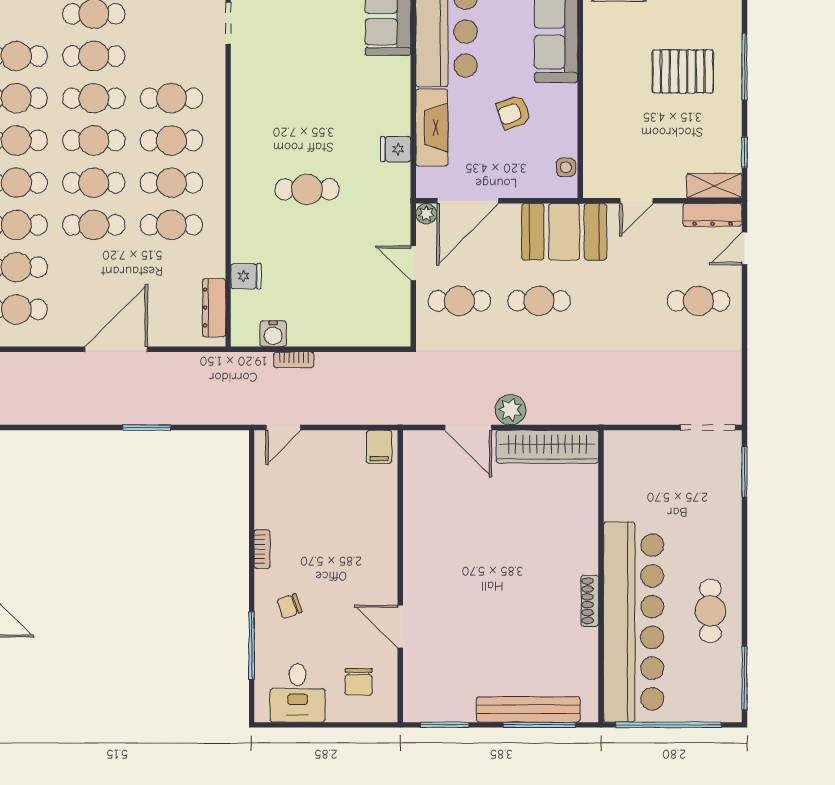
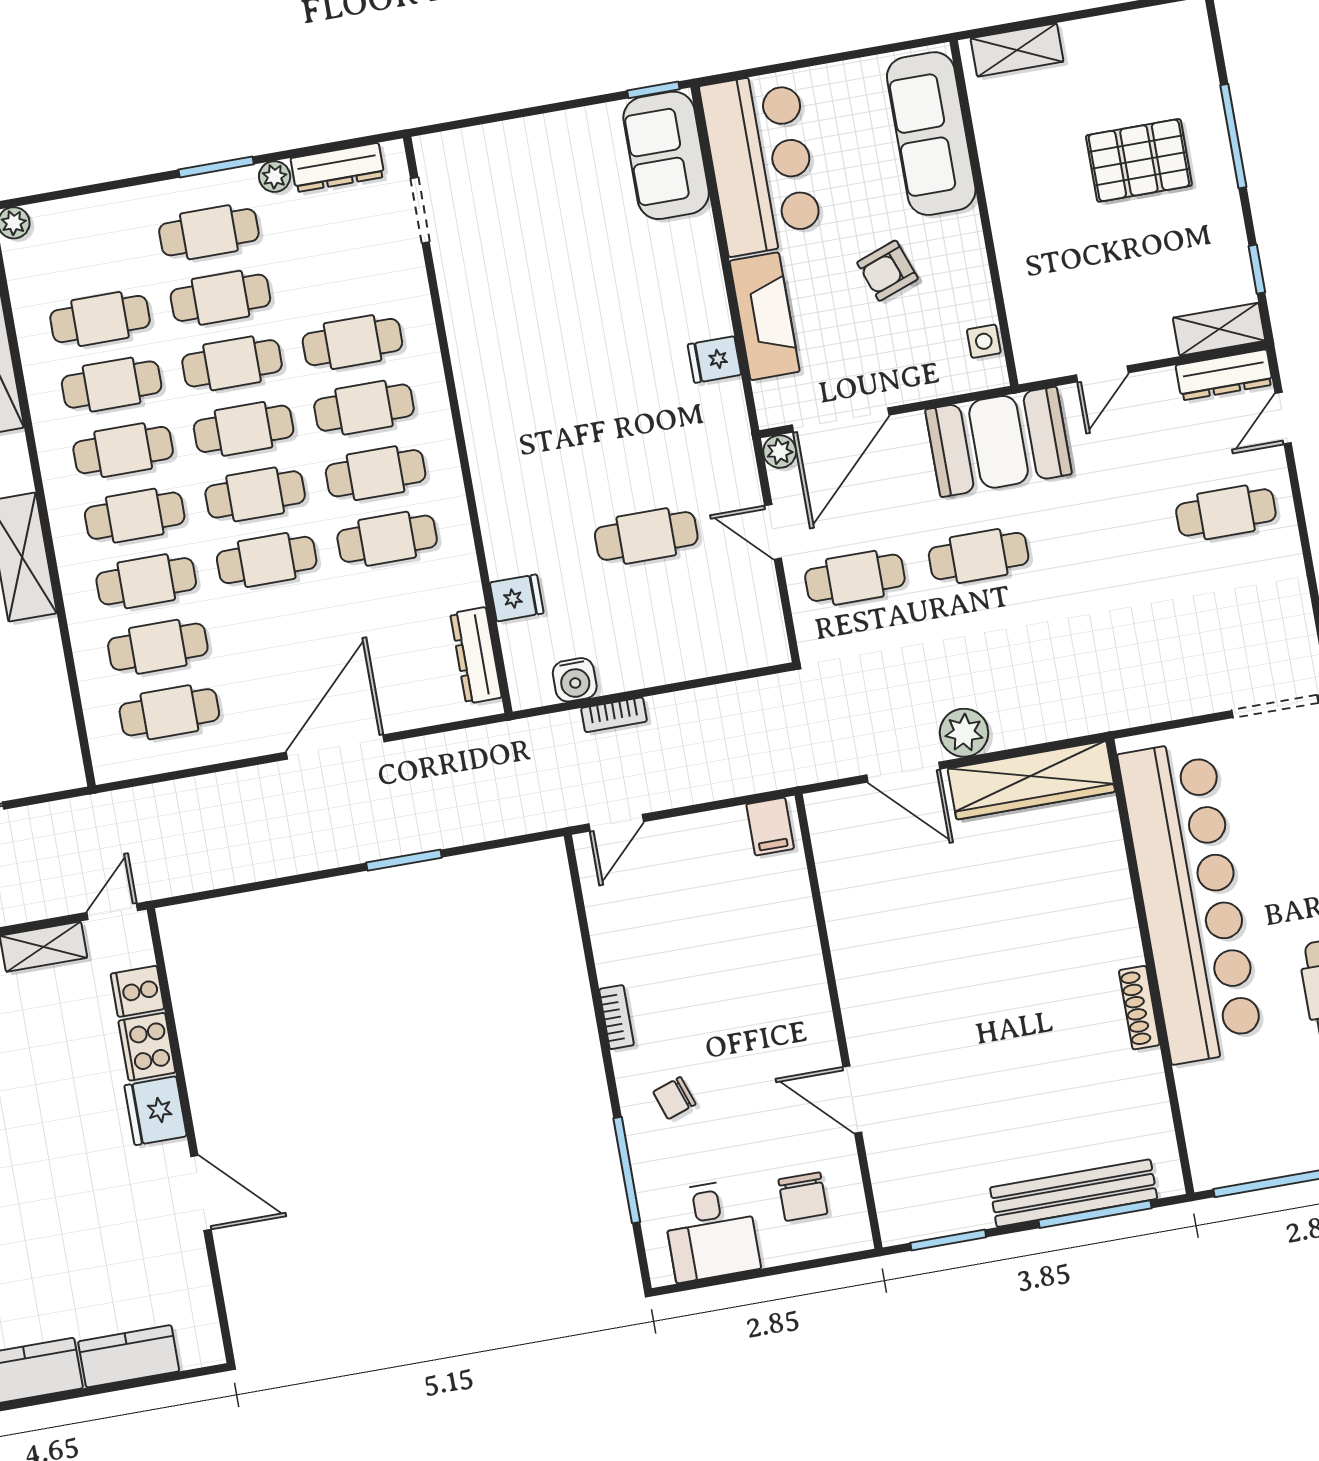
cafe table: (307, 189) -> (646, 536), moved
bar counter: (634, 622) -> (1191, 902), moved

